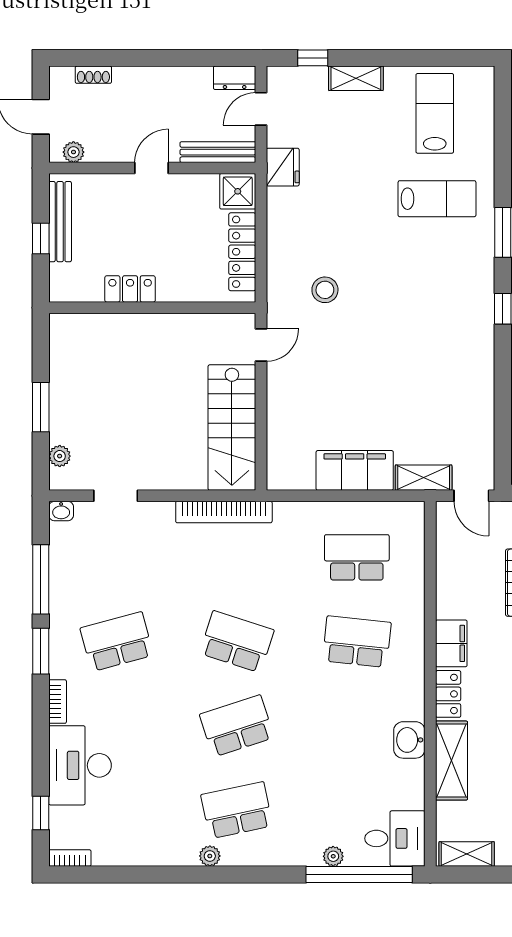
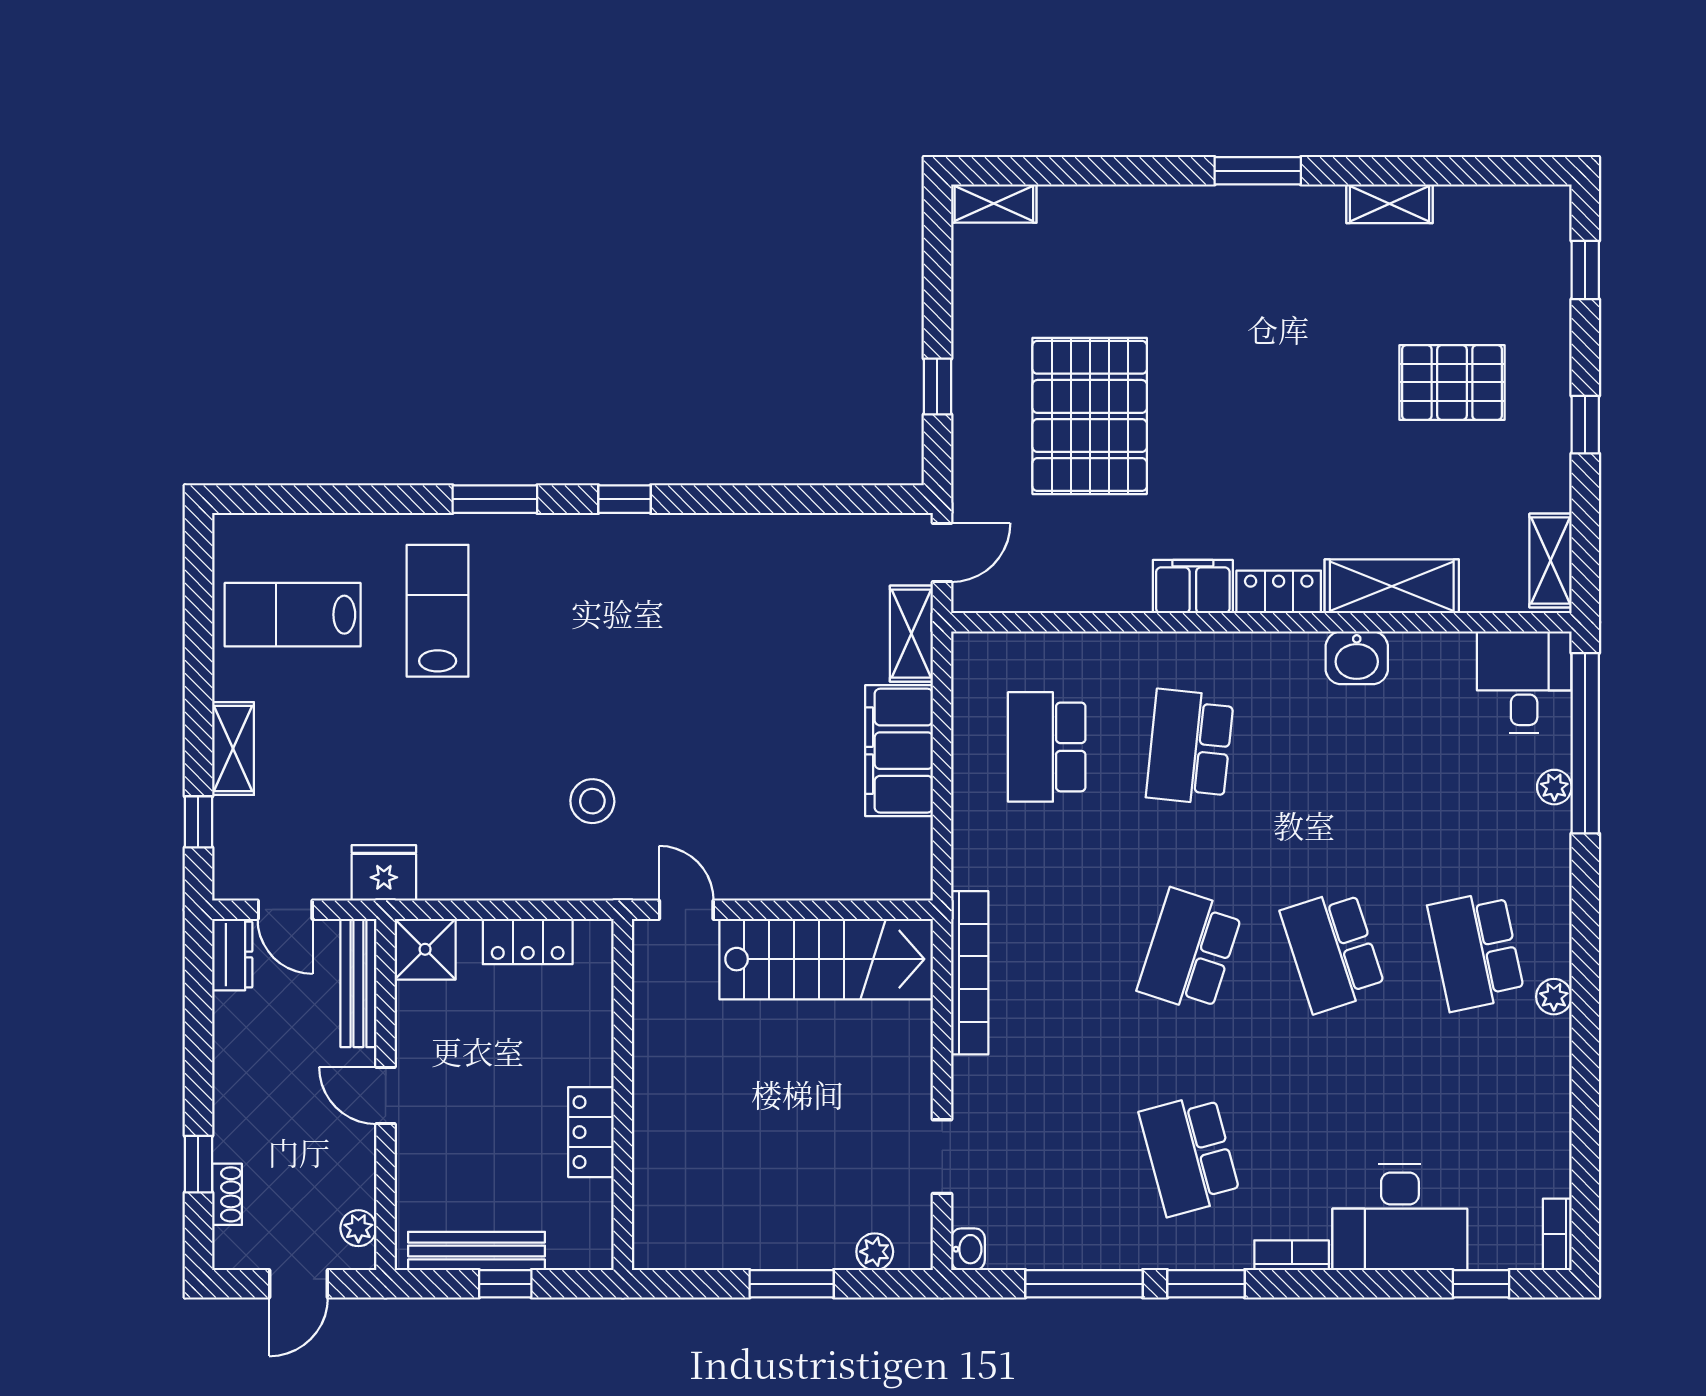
window: (111, 58) -> (198, 1164), added
locker: (242, 252) -> (528, 942), width x0.66

